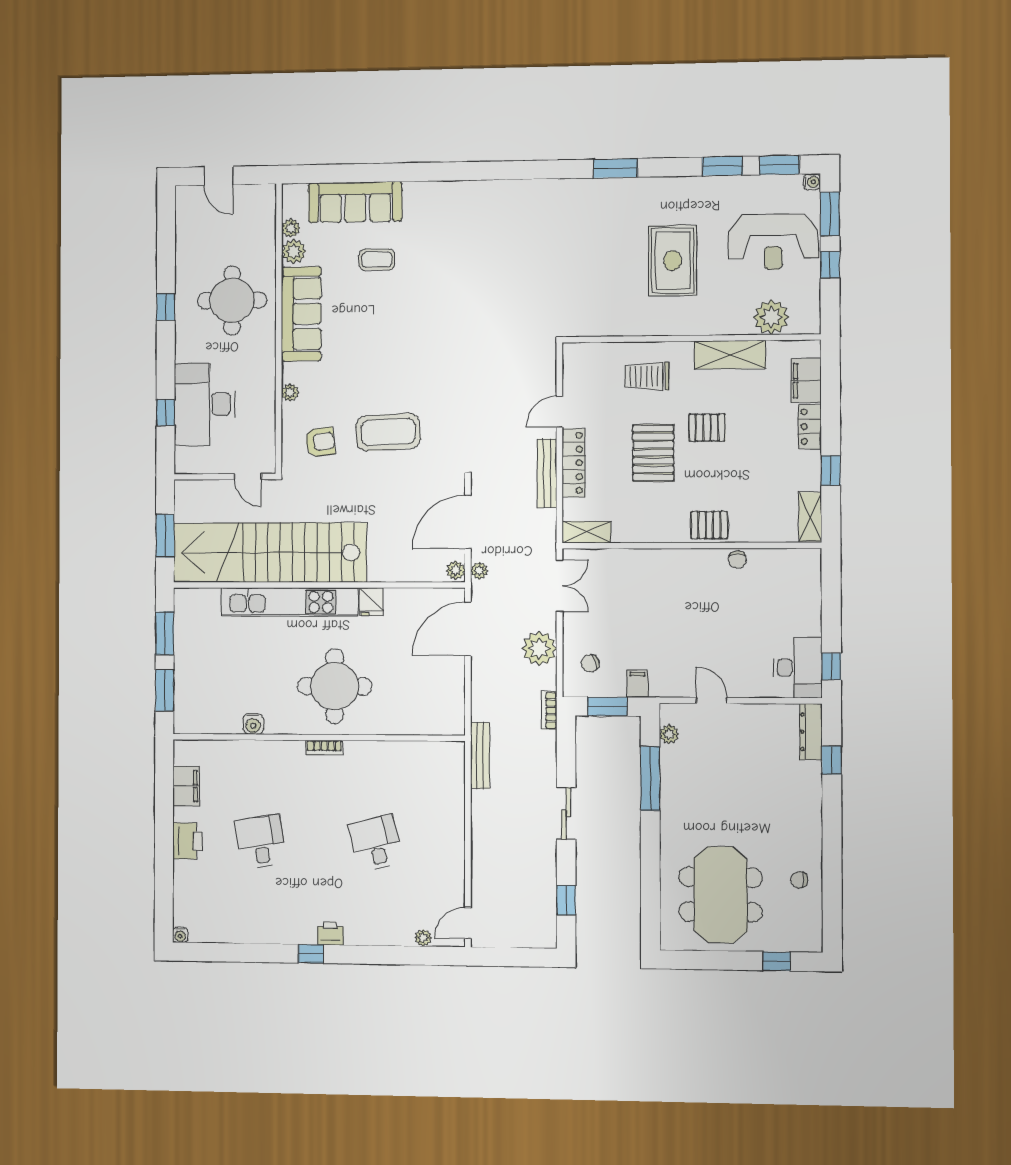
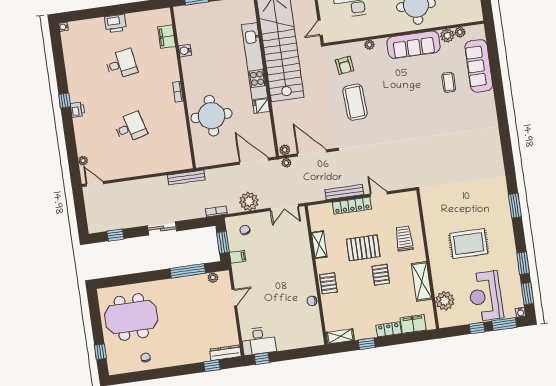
shelving: (587, 532) -> (319, 245), moved
round table: (335, 686) -> (211, 116), moved
filing cabinet: (186, 786) -> (167, 37), moved, turned 90

